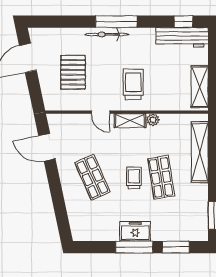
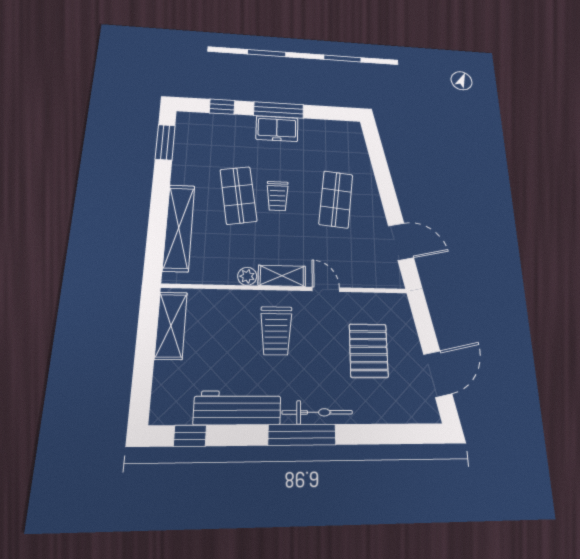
workbench: (182, 37) -> (237, 408), moved
shop shelf: (92, 177) -> (336, 199), turned 30
window: (176, 247) -> (222, 107), width x0.67

